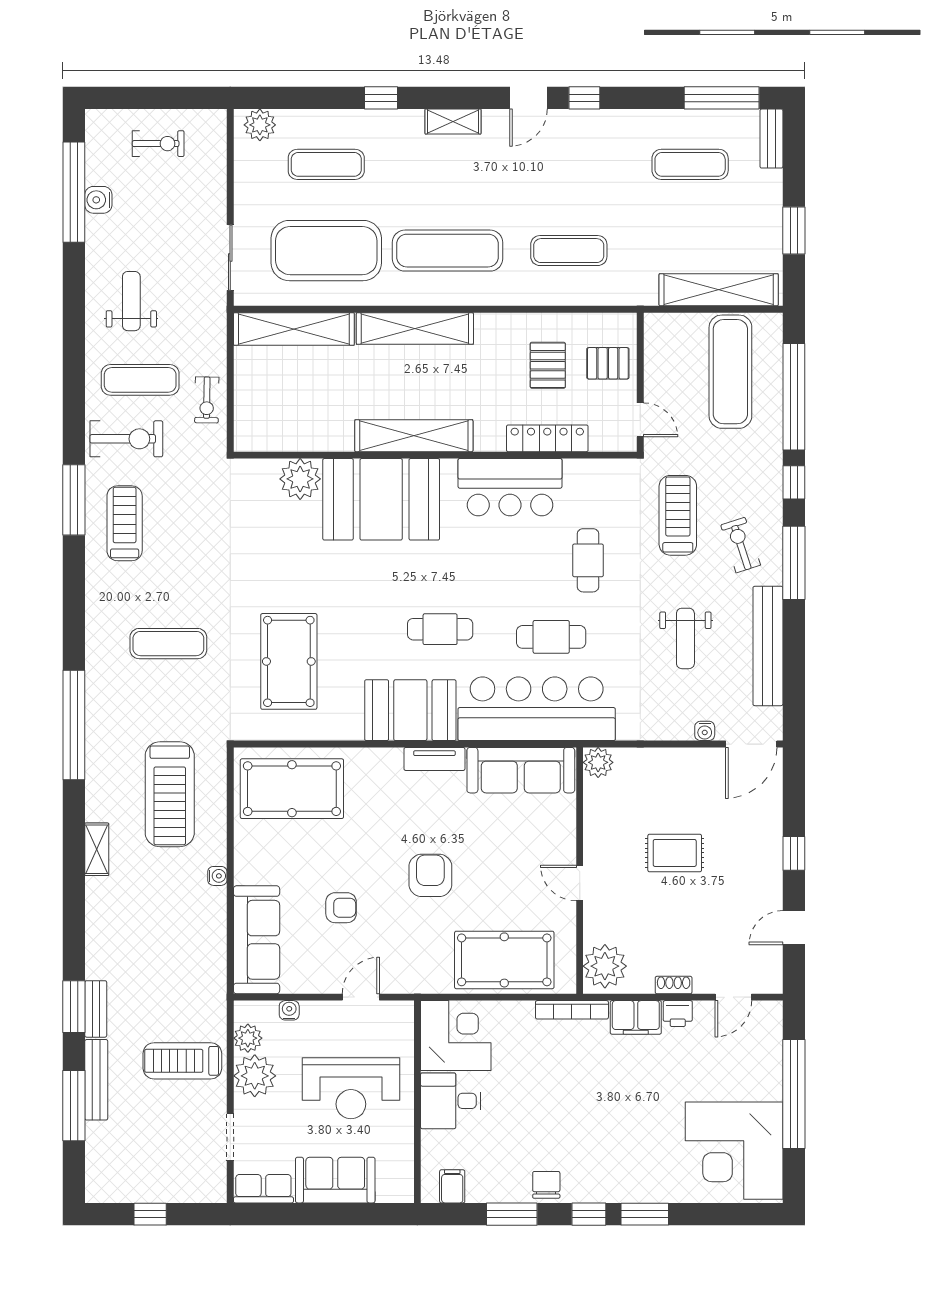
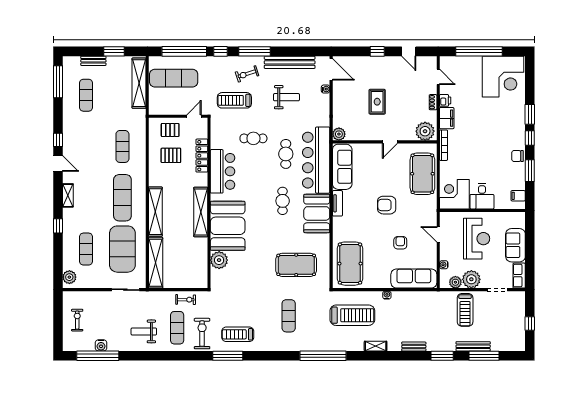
bench: (771, 139) -> (93, 61), moved
pallet: (608, 363) -> (170, 130), turned 90
bench: (96, 1009) -> (414, 346), moved

